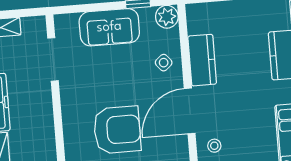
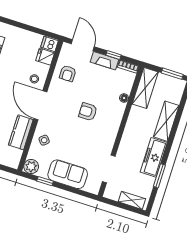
door: (190, 111) -> (40, 105), swing flipped
armchair: (117, 130) -> (88, 112), width x0.53, depth x0.53

